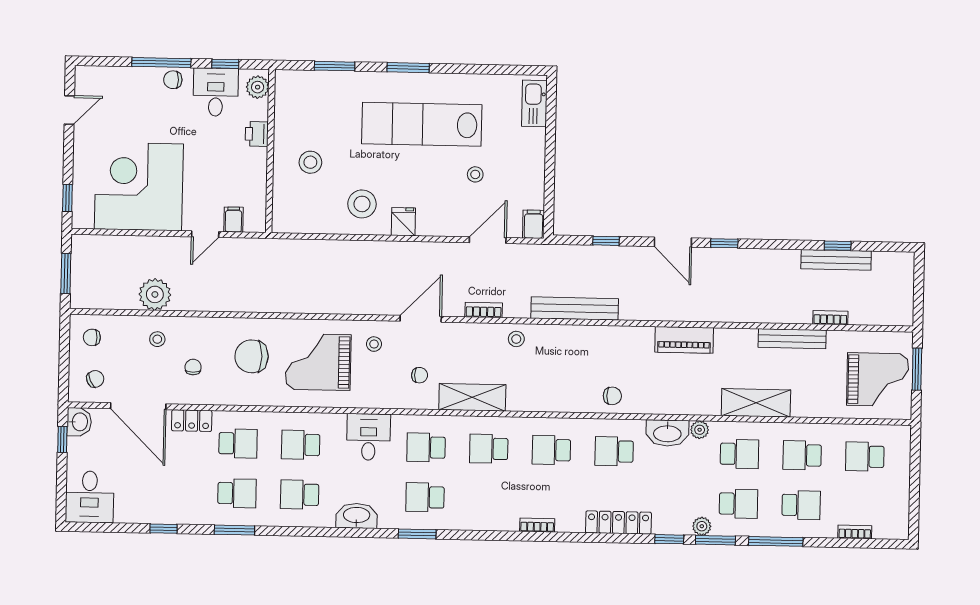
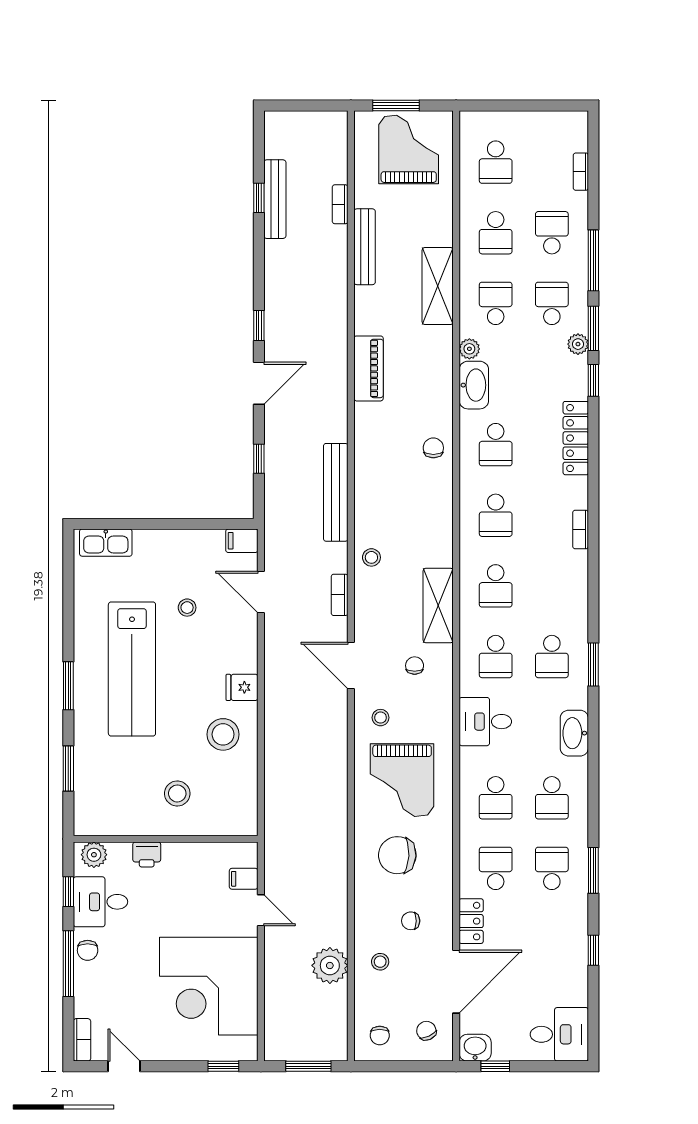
bookcase: (93, 73) -> (82, 1040), added
chair: (252, 356) -> (397, 855), turned 93

